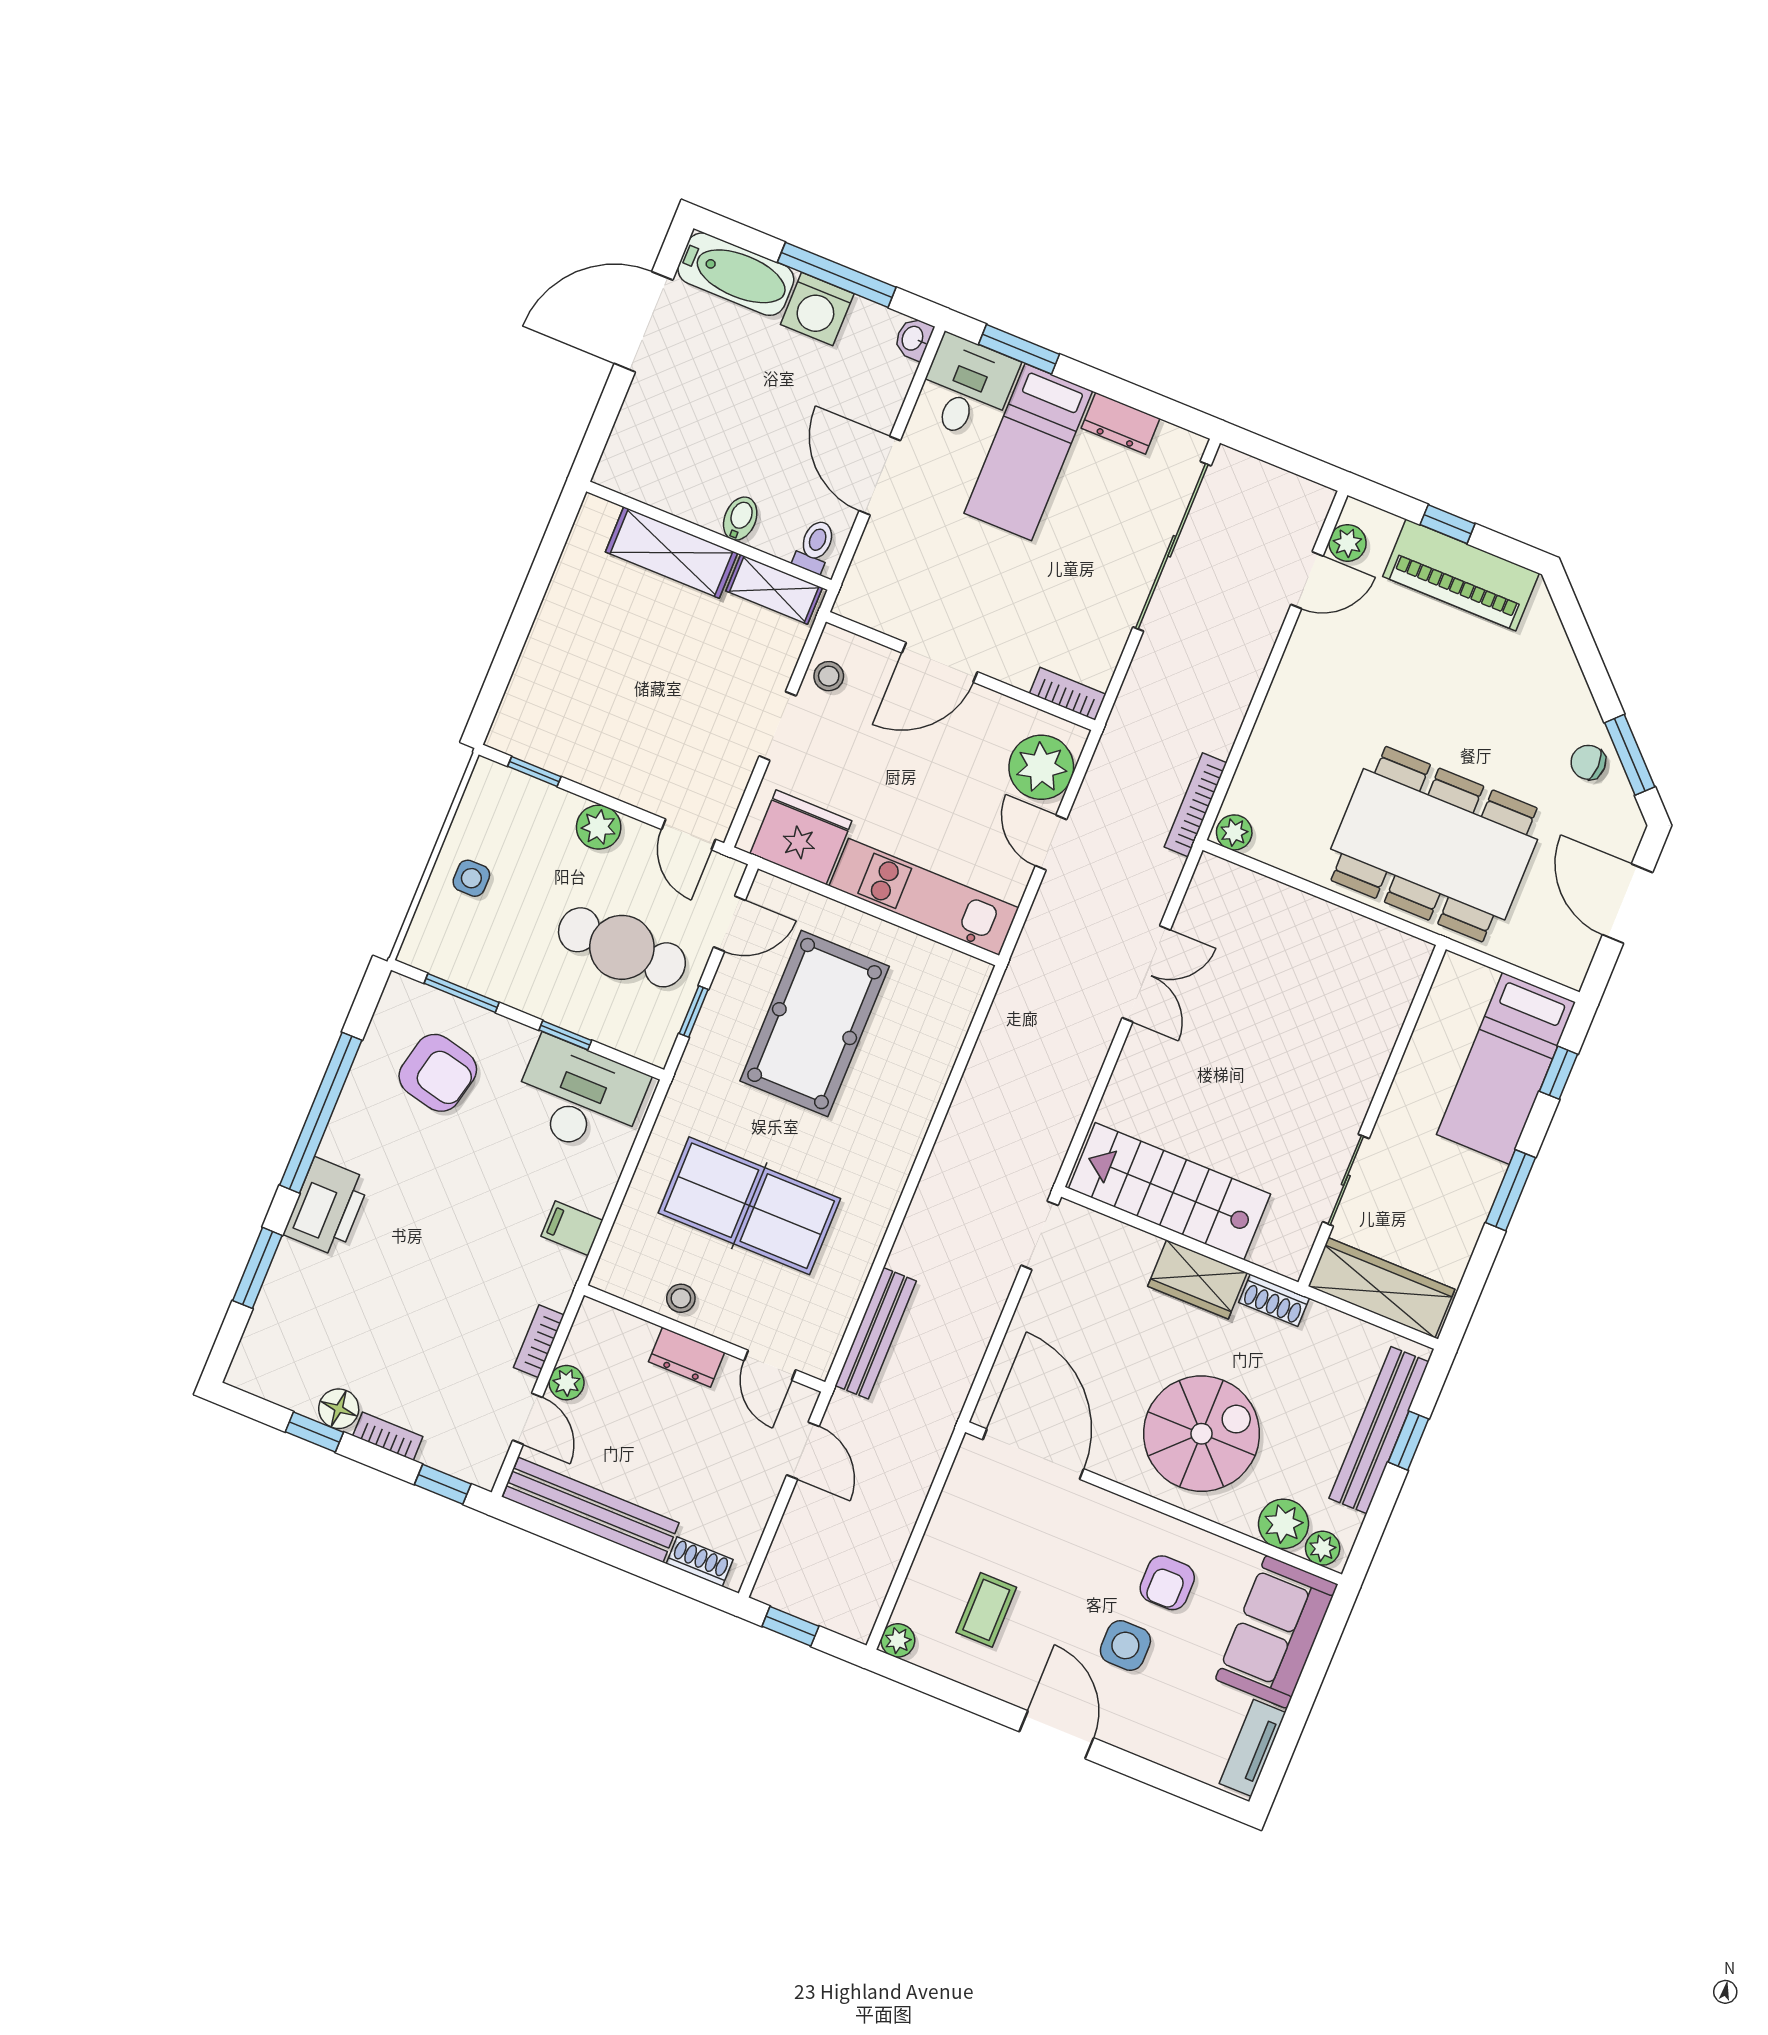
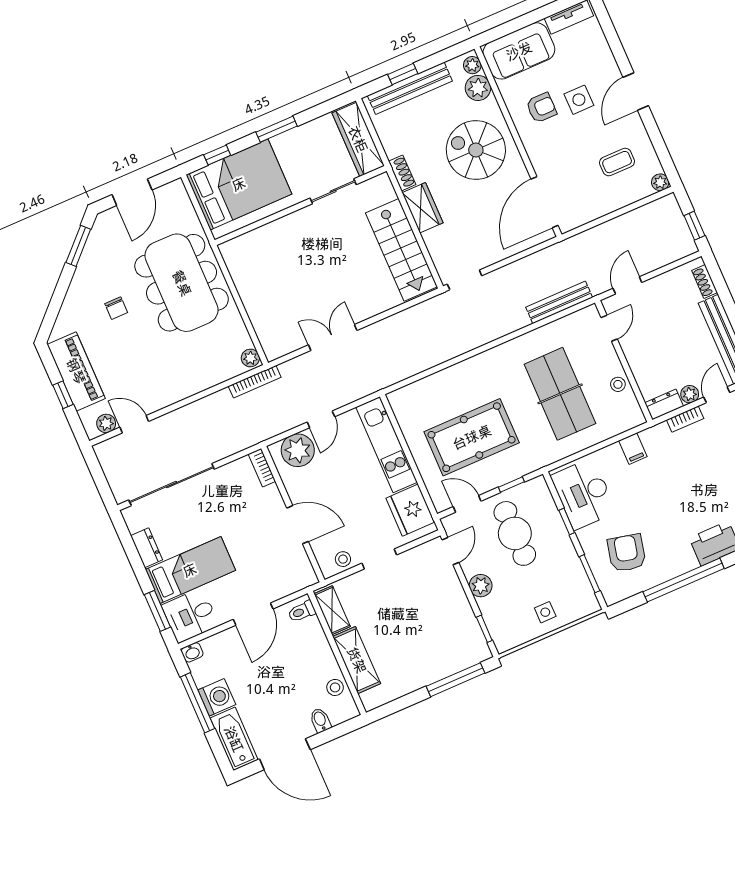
stool: (664, 485) -> (335, 687), added
bidet: (740, 519) -> (320, 720), moved, turned 90
window: (505, 660) -> (456, 680), added
chair: (1588, 762) -> (116, 308), moved
bed: (1506, 1068) -> (239, 184), width x1.50
dresser: (687, 1357) -> (664, 405), moved, turned -90

